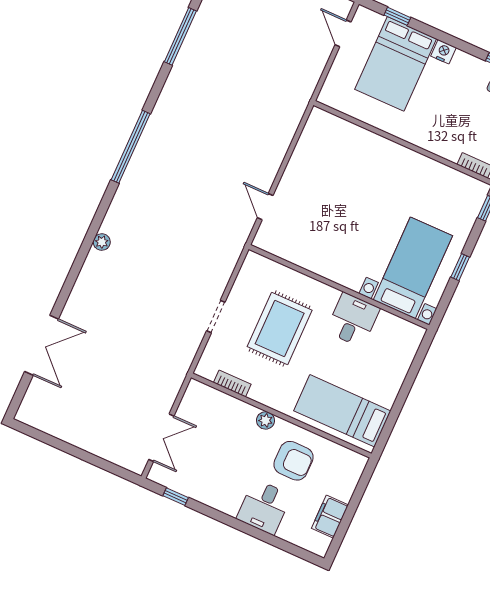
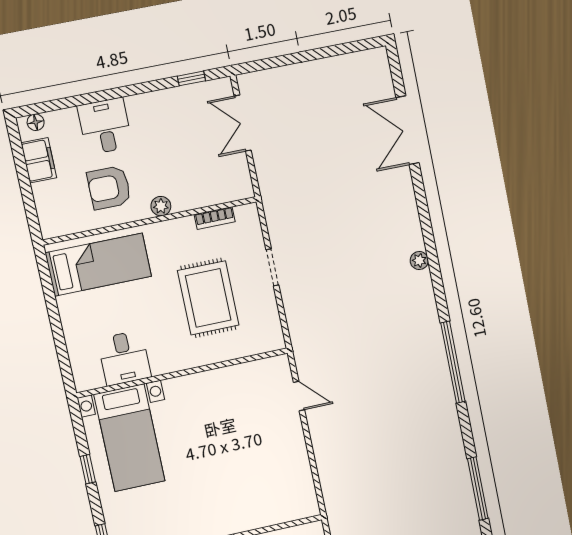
desk: (353, 320) -> (124, 358), moved
floor lamp: (312, 545) -> (36, 122), added

